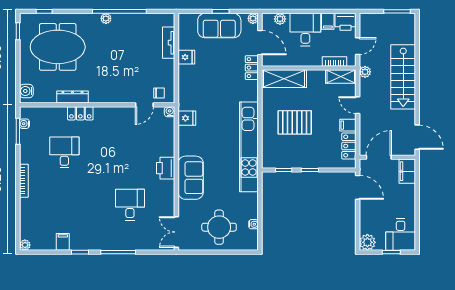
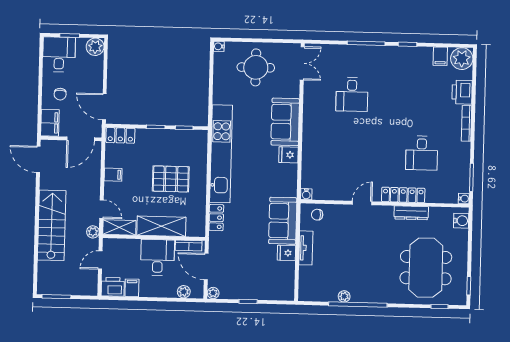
plant: (106, 18) -> (344, 296), moved
sofa: (219, 26) -> (283, 221), moved, turned -90
desk: (305, 30) -> (158, 257), moved, turned 180
tv unit: (169, 43) -> (306, 248), moved
meeting table: (58, 47) -> (426, 268), turned 90
bookcase: (334, 62) -> (189, 246), moved
locker: (252, 68) -> (216, 218), moved
shelving: (284, 79) -> (161, 226), moved
door: (144, 105) -> (362, 203), moved
door: (358, 105) -> (102, 209), moved
locker: (80, 113) -> (403, 195), width x1.53
fridge: (187, 118) -> (288, 155), moved
water cooler: (24, 124) -> (464, 199), moved
locker: (349, 146) -> (120, 135), moved, turned 90
printer: (166, 168) -> (462, 92), moved, turned 180
chair: (399, 198) -> (60, 94), added
water cooler: (254, 224) -> (219, 46), moved
filing cabinet: (63, 242) -> (440, 56), moved
plant: (25, 245) -> (462, 59), width x1.88, depth x1.88

